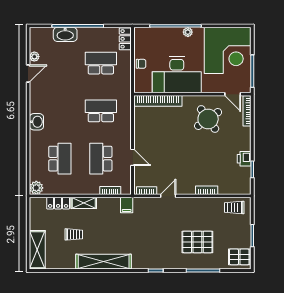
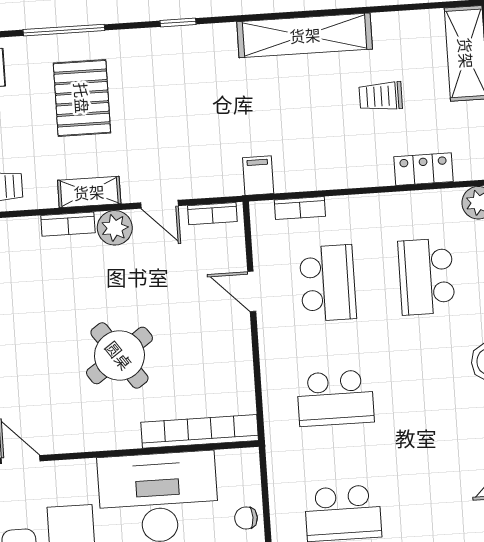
round table: (208, 119) -> (119, 355), moved
plant: (187, 187) -> (115, 228), added
door: (168, 196) -> (160, 204), hinge flipped
shelving: (84, 203) -> (89, 192), moved
pallet: (197, 242) -> (82, 98), turned 90

